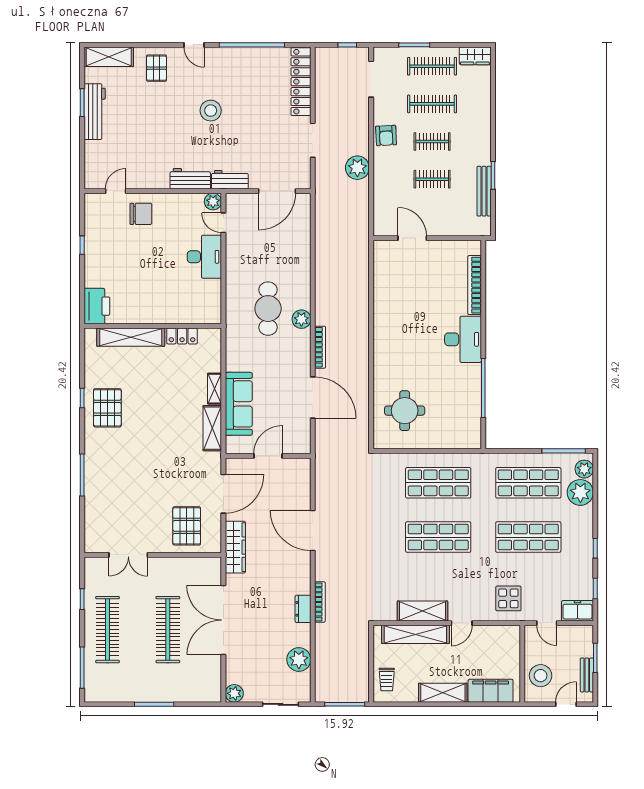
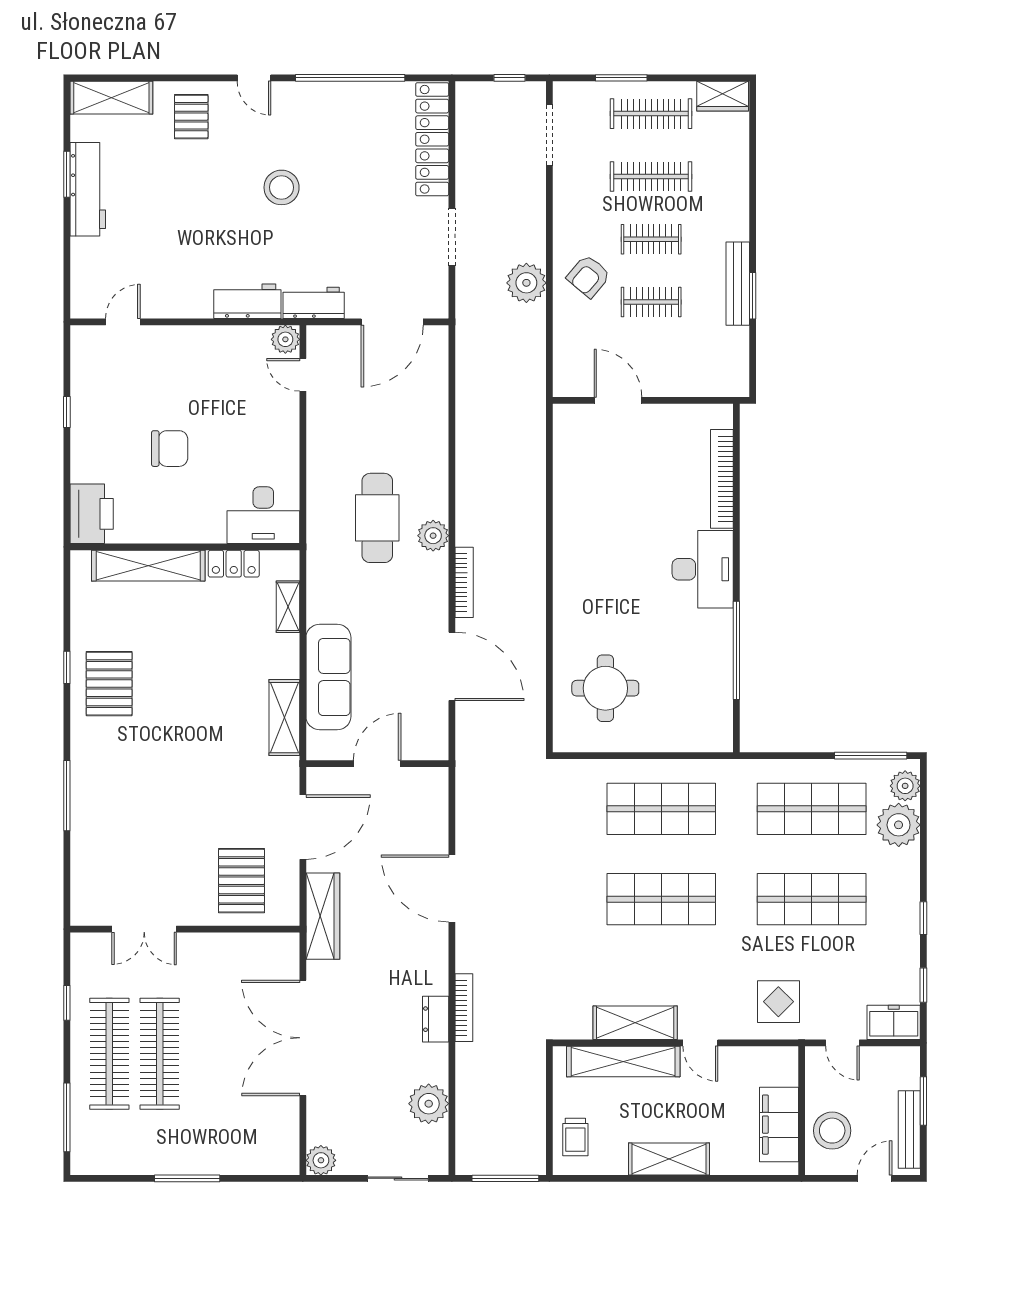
armchair: (386, 135) -> (589, 276), moved, turned 43
bench: (484, 191) -> (738, 284), moved
chair: (141, 214) -> (170, 449), moved
desk: (204, 257) -> (263, 515), moved, turned 90
shelving: (214, 389) -> (288, 607), moved
door: (462, 623) -> (700, 1043), hinge flipped
clothes rail: (168, 630) -> (160, 1054), moved
bench: (587, 675) -> (909, 1129), width x1.36
filing cabinet: (491, 691) -> (779, 1125), moved, turned -90

